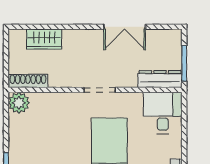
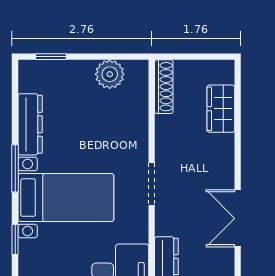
plant: (19, 103) -> (110, 74), moved

